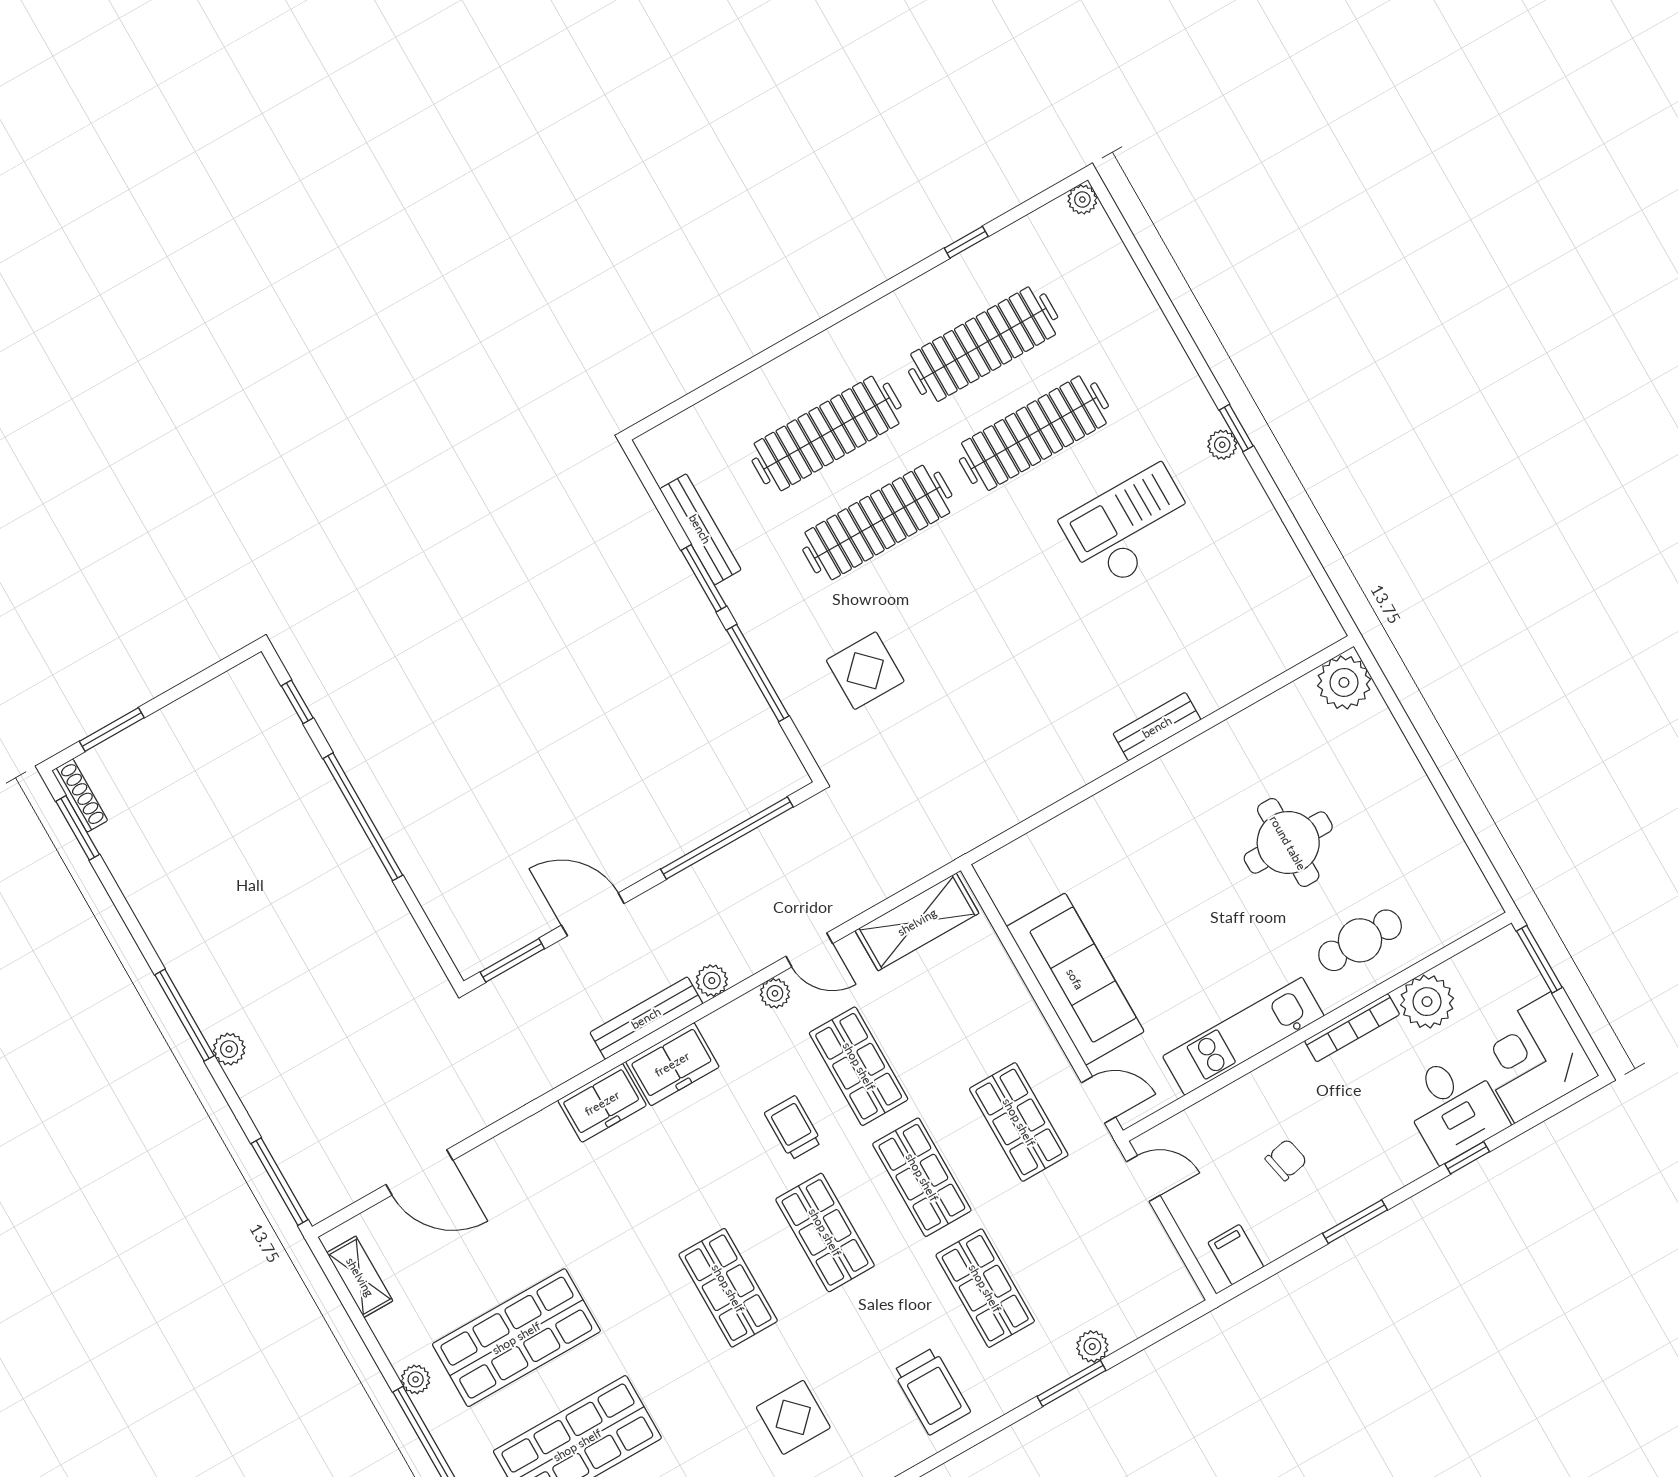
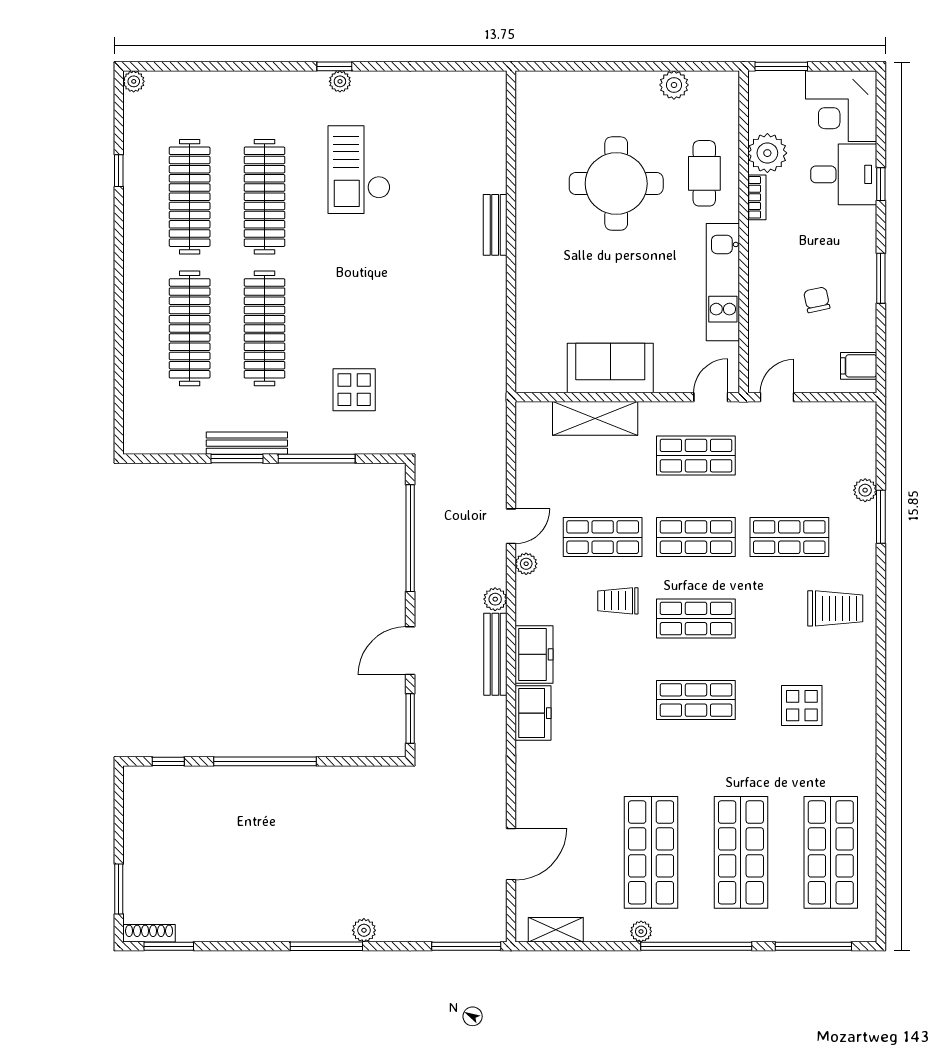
bench: (700, 529) -> (247, 443), moved
plant: (1344, 682) -> (674, 85), moved, width x0.73, depth x0.73
round table: (1288, 843) -> (616, 184), width x1.36, depth x1.36
shelving: (917, 922) -> (595, 418), moved, turned 90
sofa: (1075, 979) -> (610, 368), width x0.73
bookcase: (1352, 1028) -> (757, 197), width x0.64

